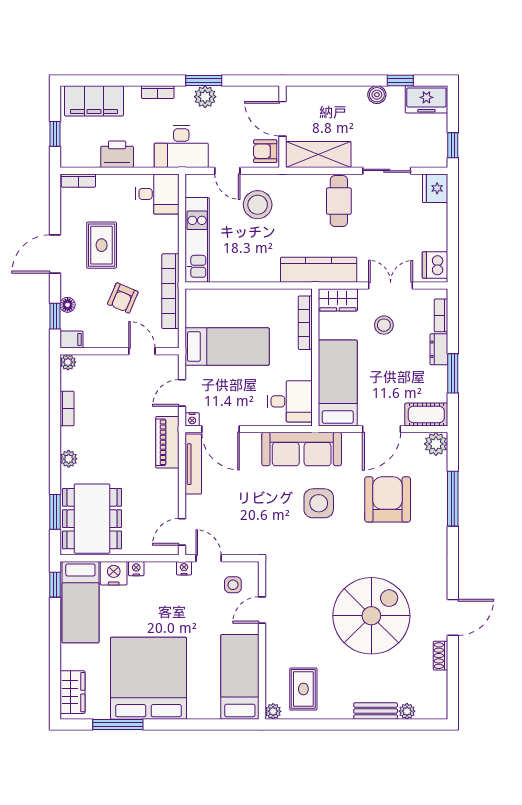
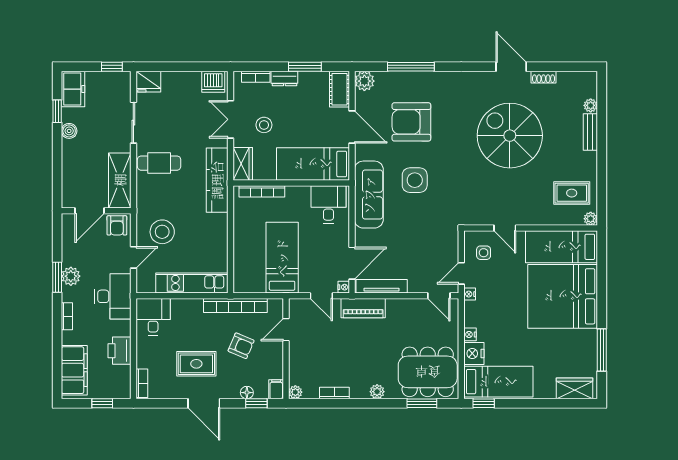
bed: (149, 678) -> (563, 296), moved

